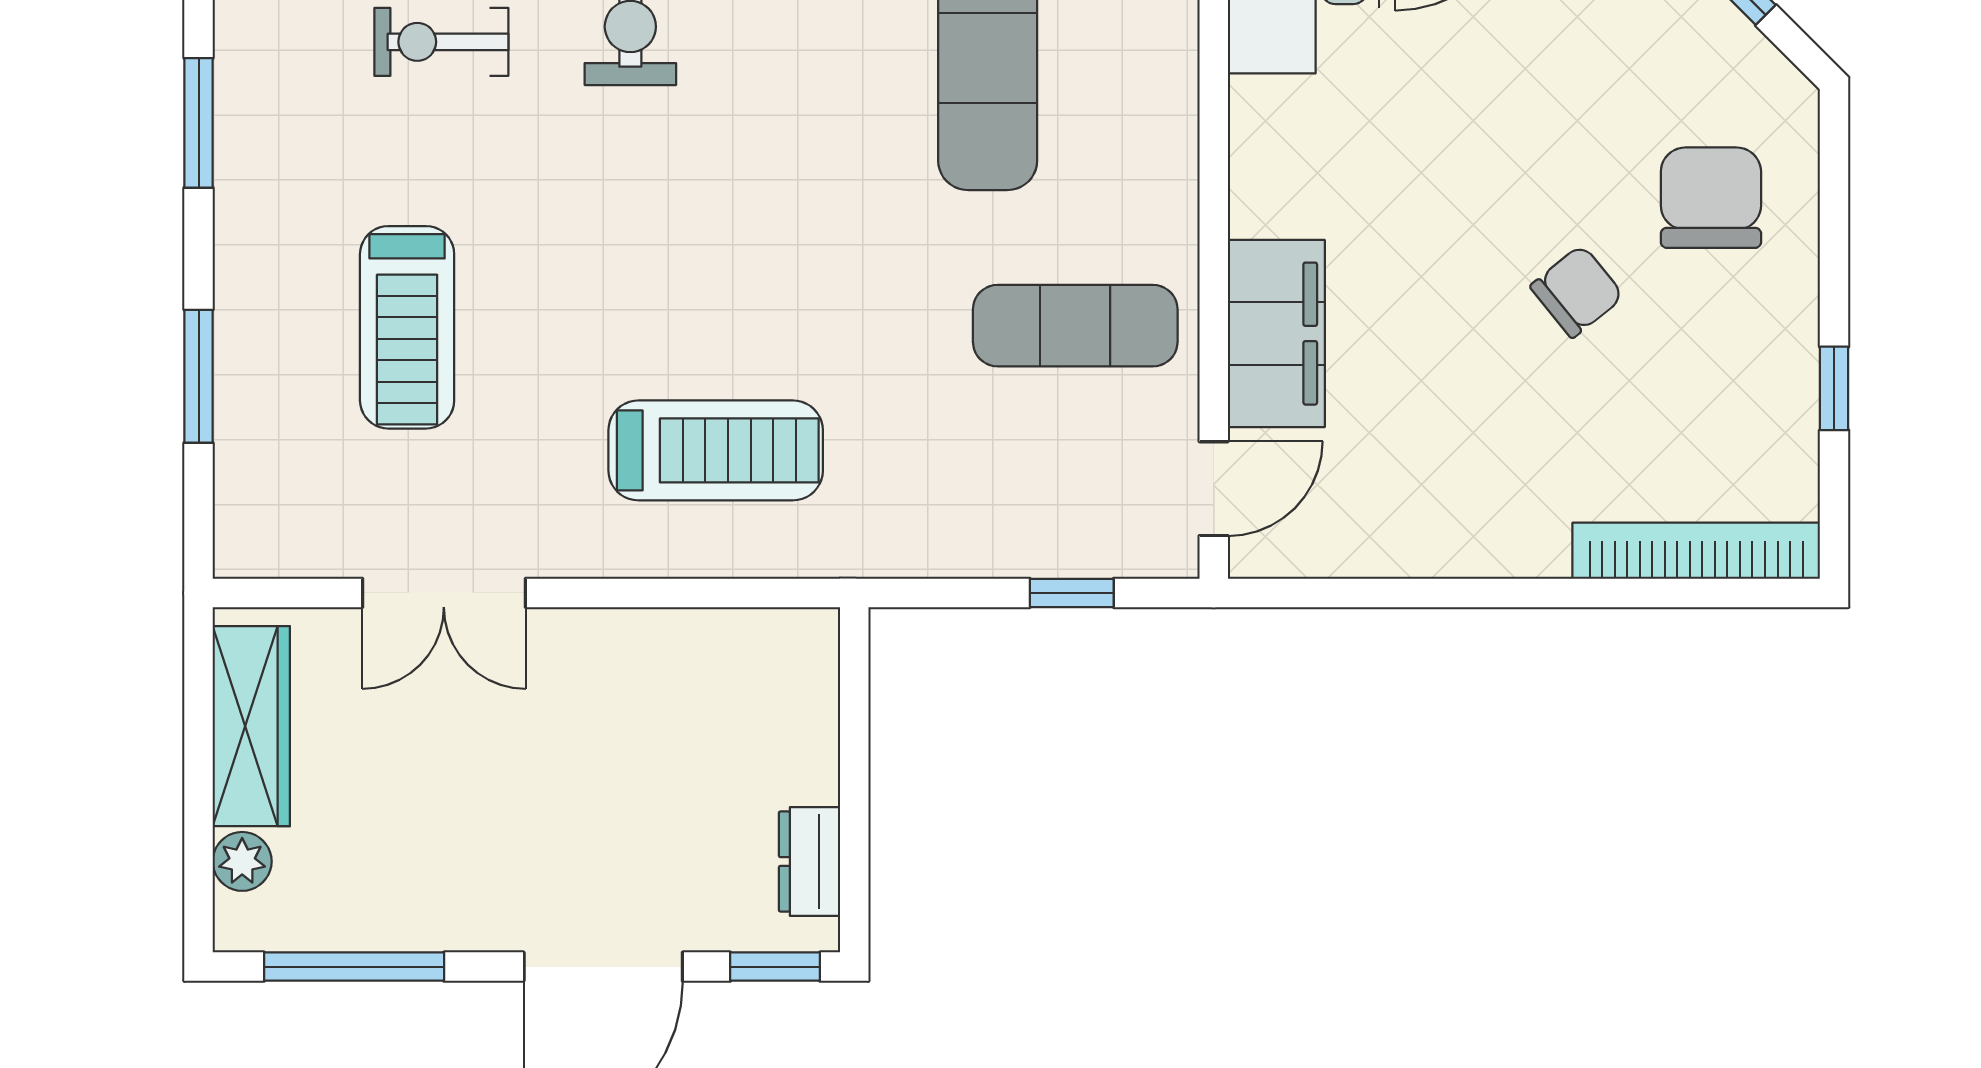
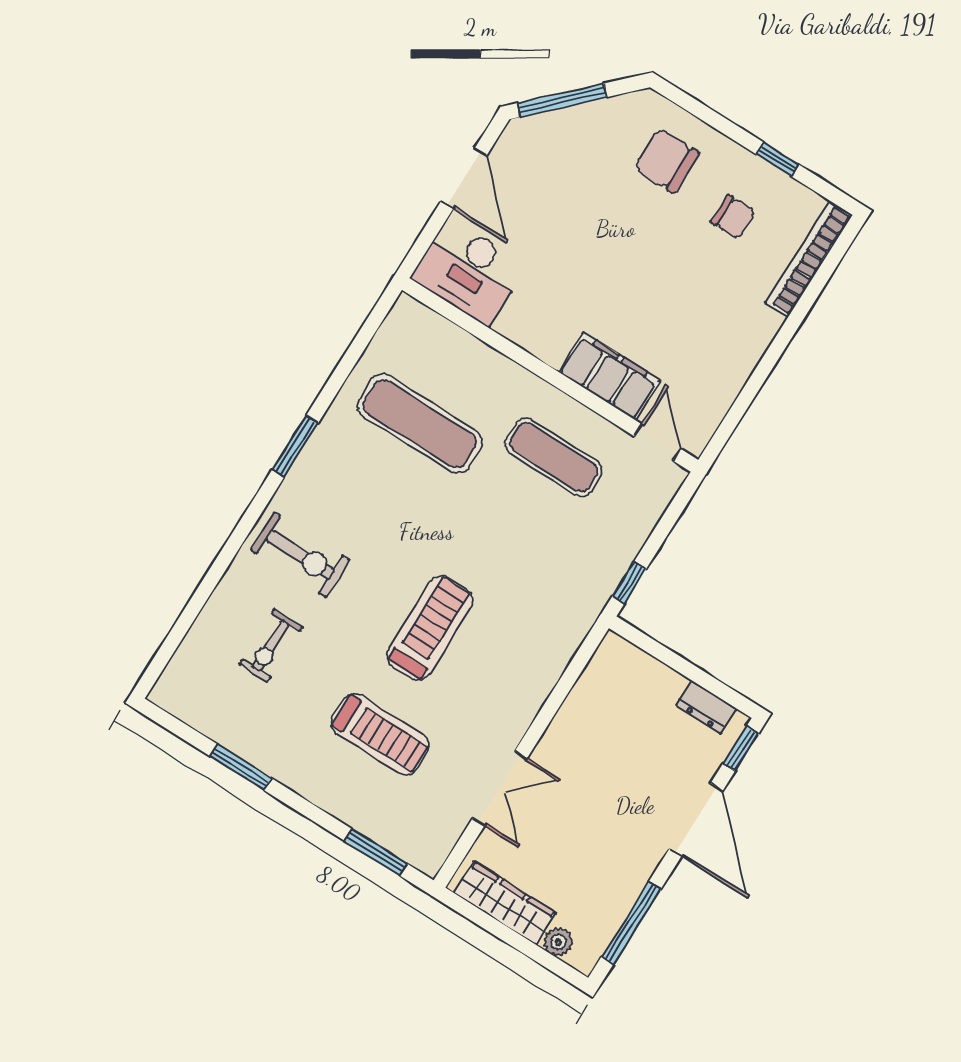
chair: (1577, 291) -> (733, 217), moved, turned 129
exercise mat: (1075, 326) -> (554, 457), turned 90
window: (199, 376) -> (376, 852), moved
treadmill: (716, 450) -> (430, 628), moved
window: (1072, 593) -> (629, 582), moved

